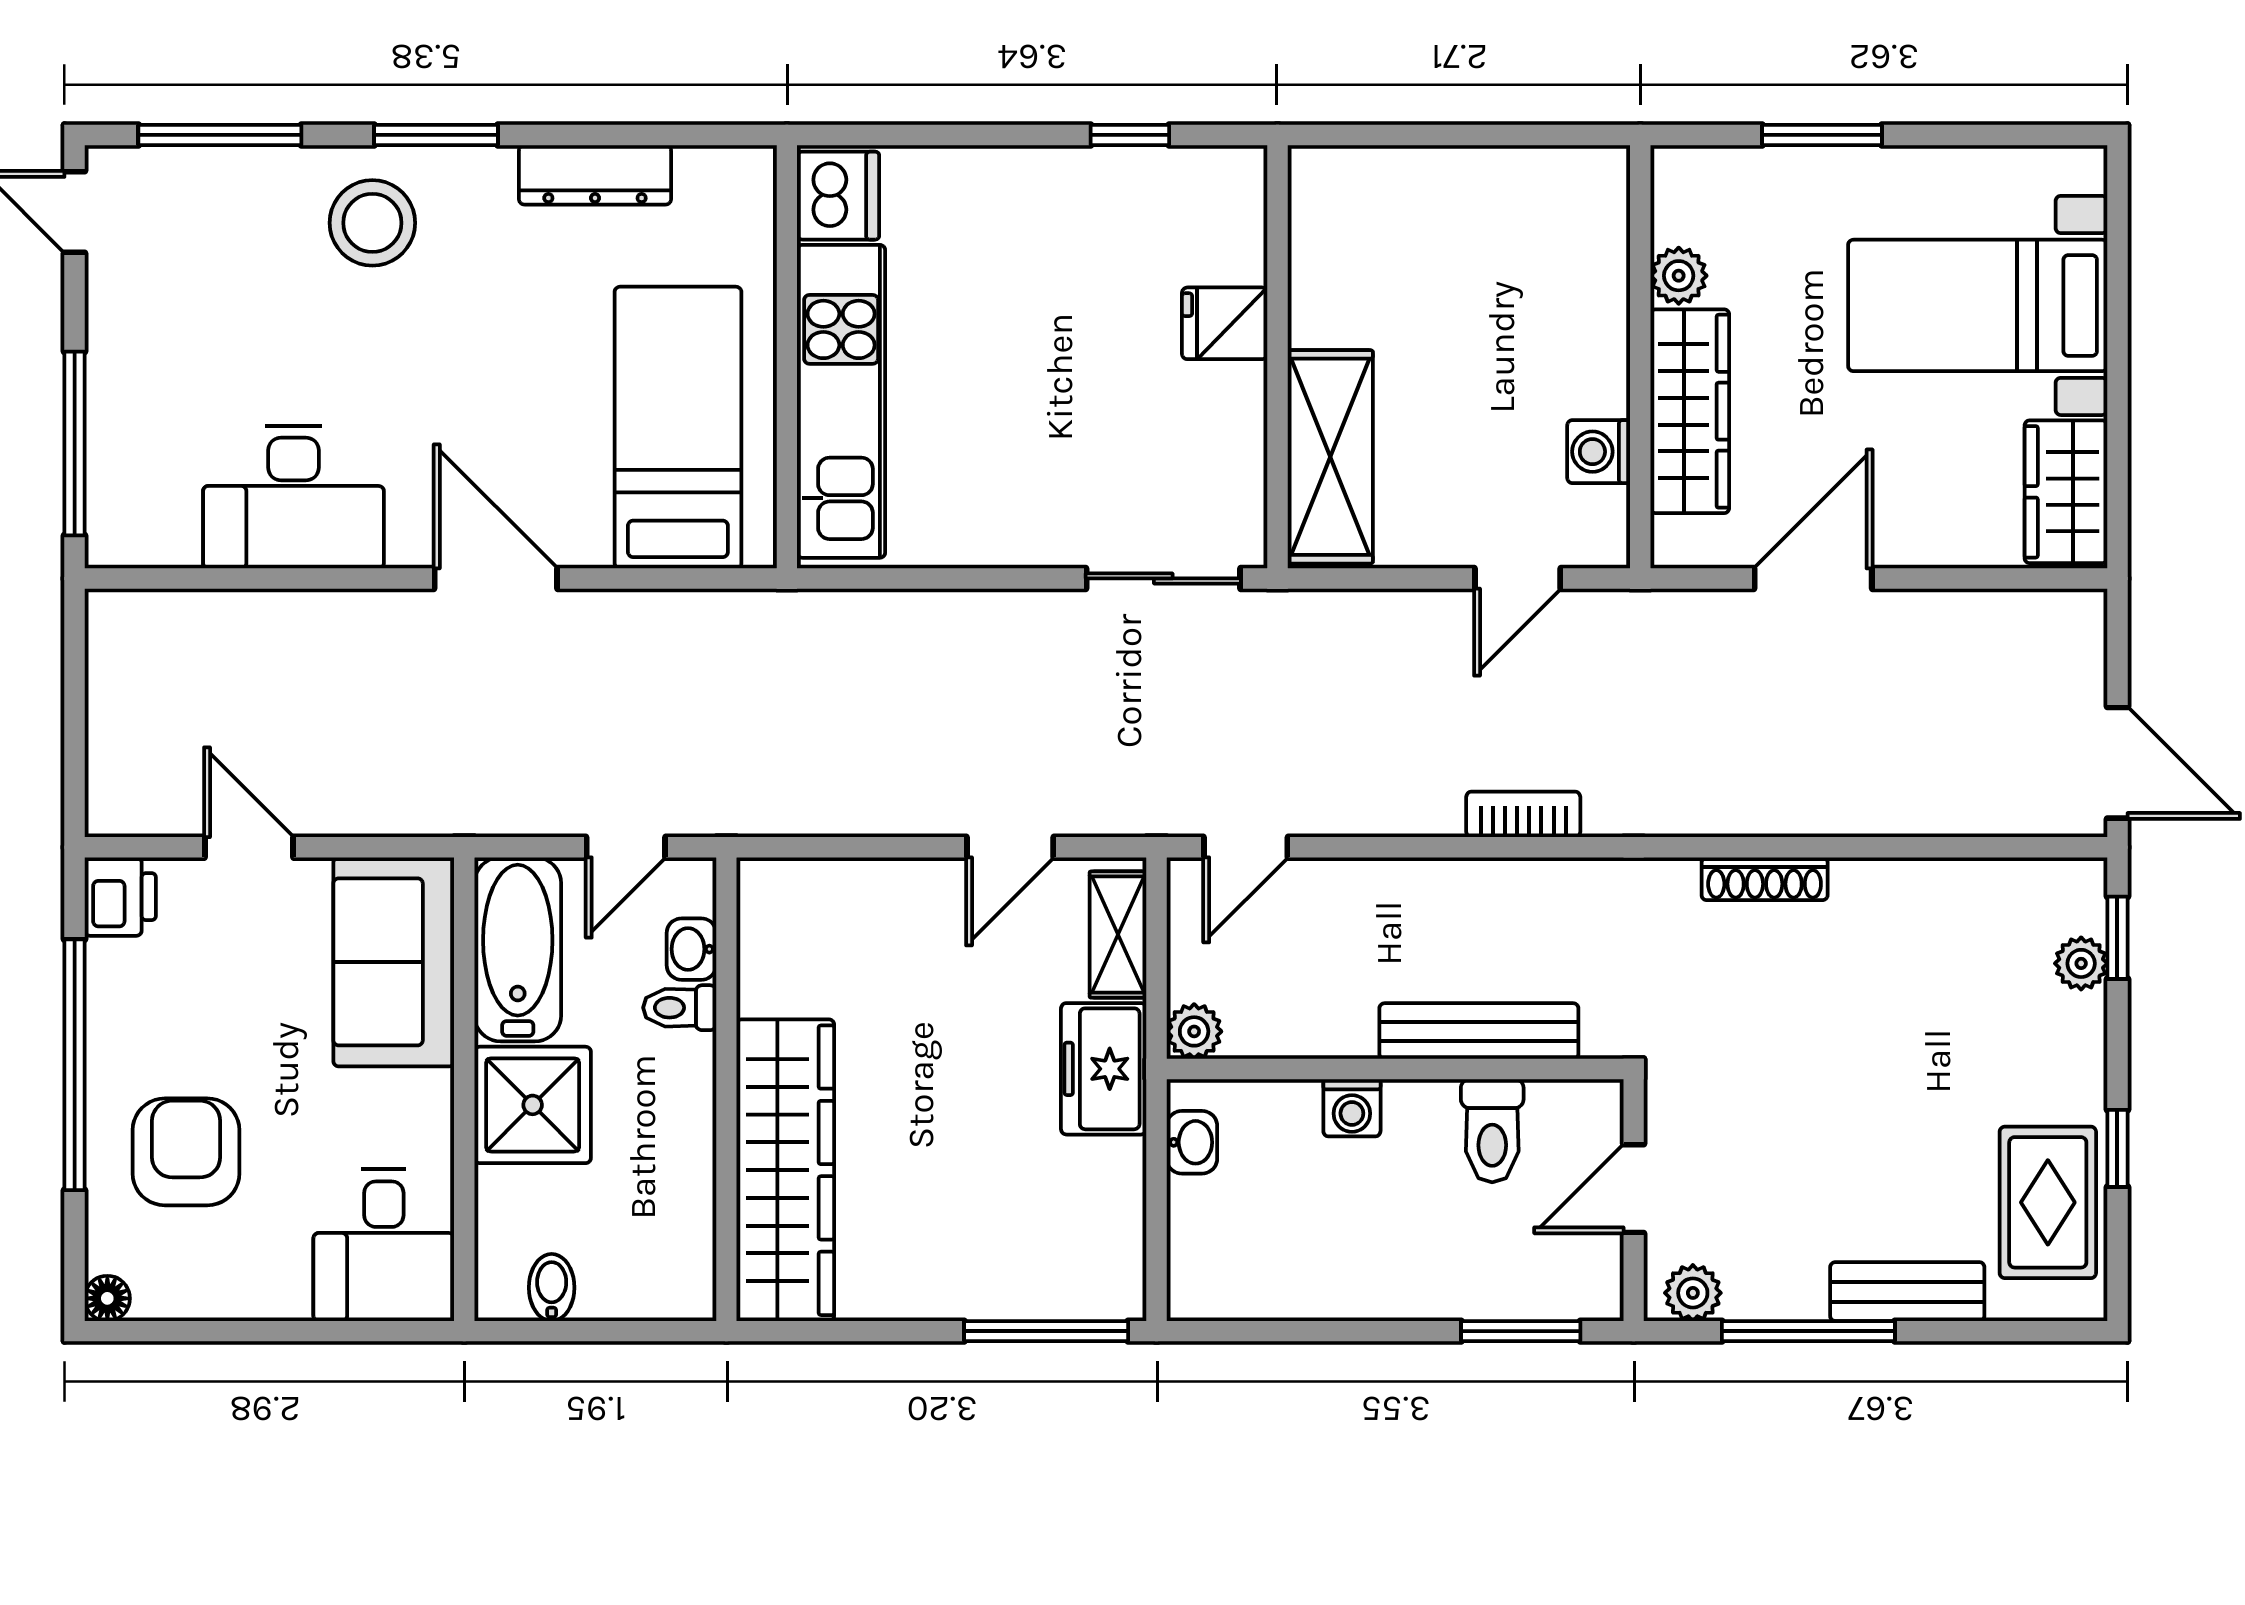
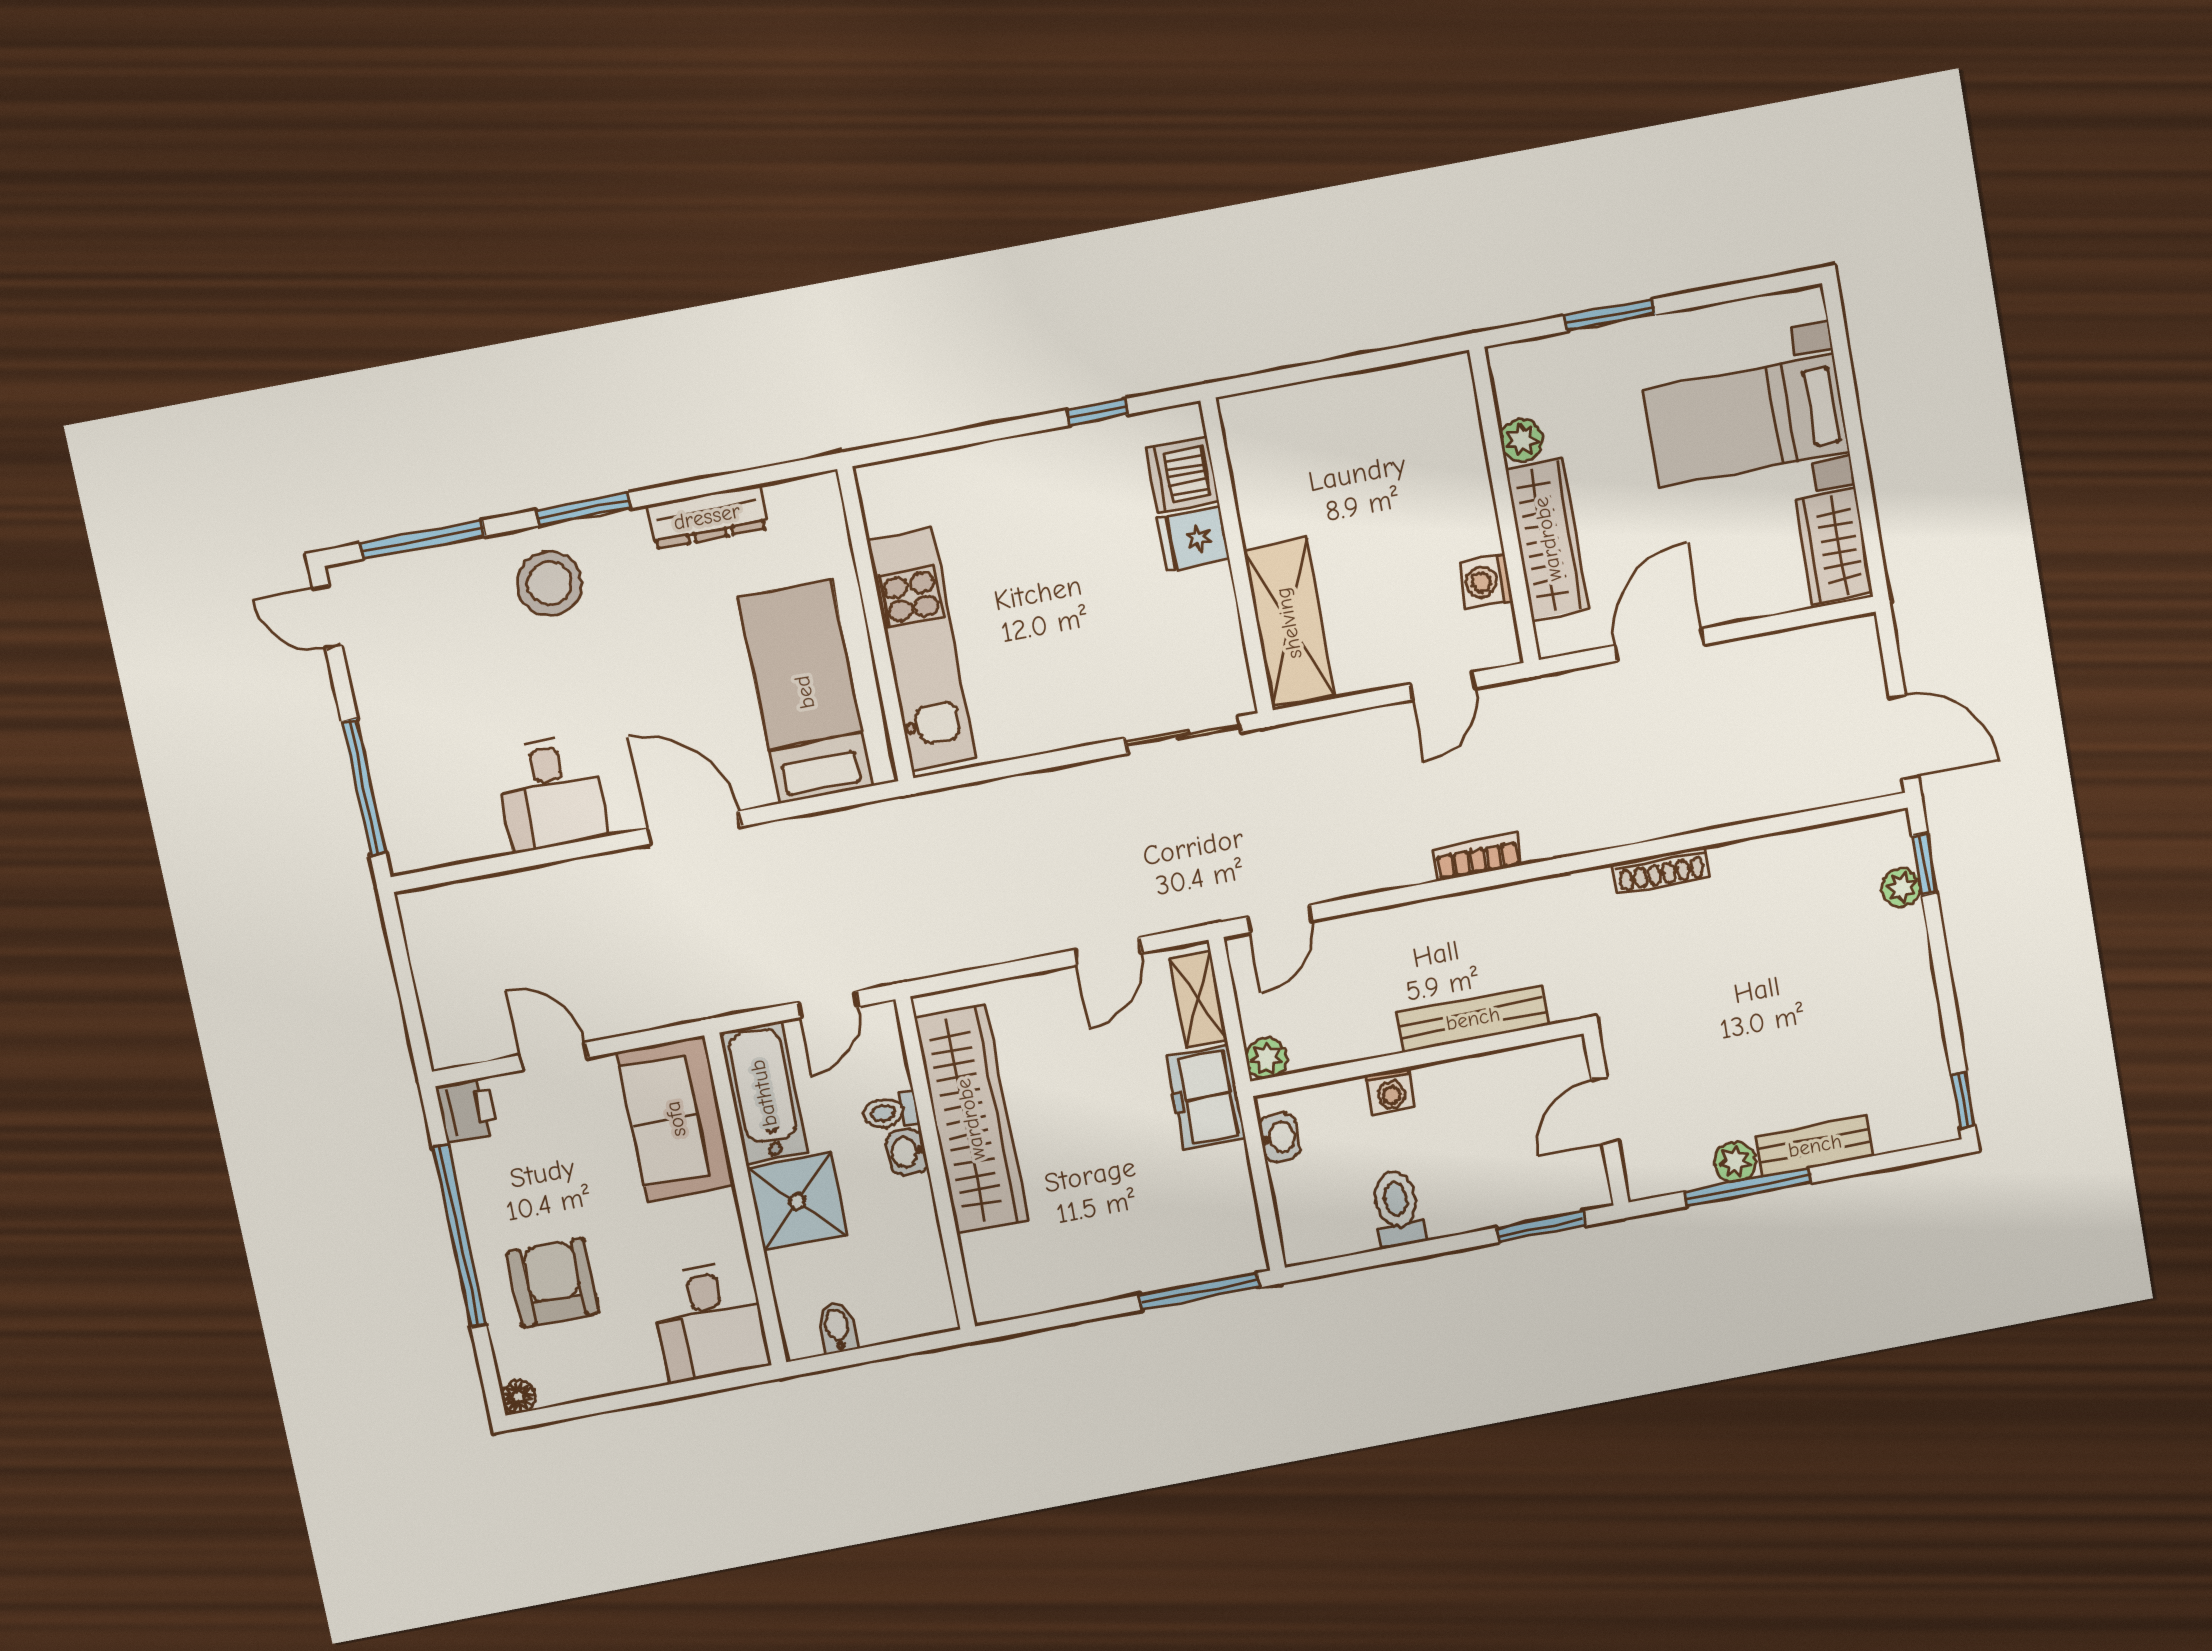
dishwasher: (838, 196) -> (1183, 475), moved, turned 180
desk: (293, 497) -> (551, 793), width x0.73
washbasin: (691, 949) -> (907, 1152), moved
toilet: (1492, 1131) -> (1397, 1209), moved, turned 180
window: (2117, 1148) -> (1963, 1100), moved
wardrobe: (785, 1170) -> (971, 1119), moved
rug: (2048, 1202) -> (1905, 1063), removed
plant: (1693, 1293) -> (1735, 1162), moved

